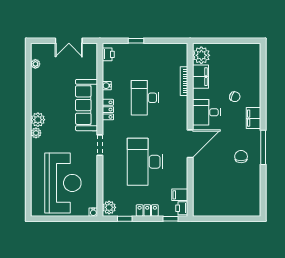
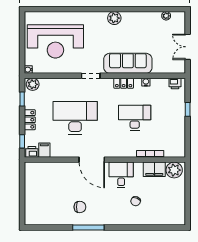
filing cabinet: (254, 118) -> (116, 219), removed
plant: (36, 133) -> (102, 16), removed

